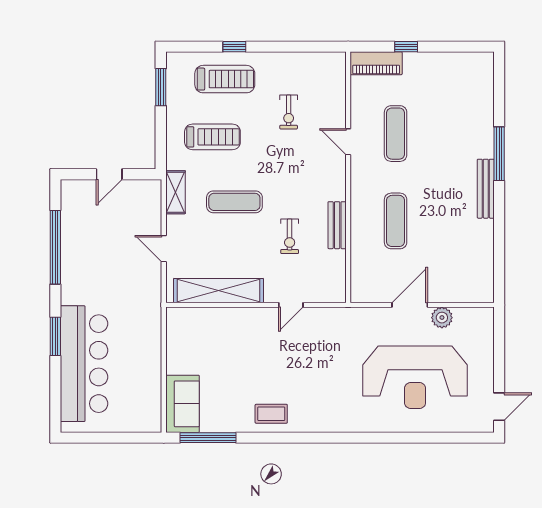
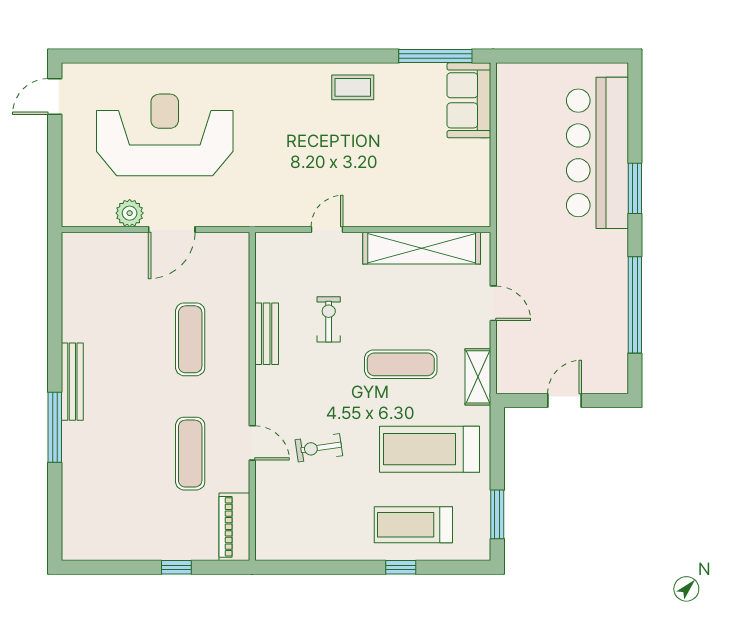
piano: (376, 63) -> (234, 527), moved, turned -90
exercise bike: (289, 112) -> (319, 448), moved, turned -98
treadmill: (212, 137) -> (429, 449), width x1.37, depth x1.38

